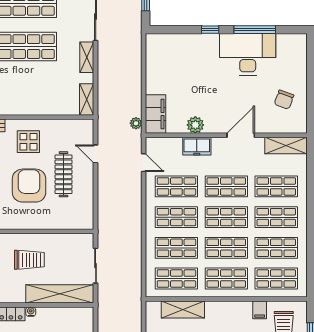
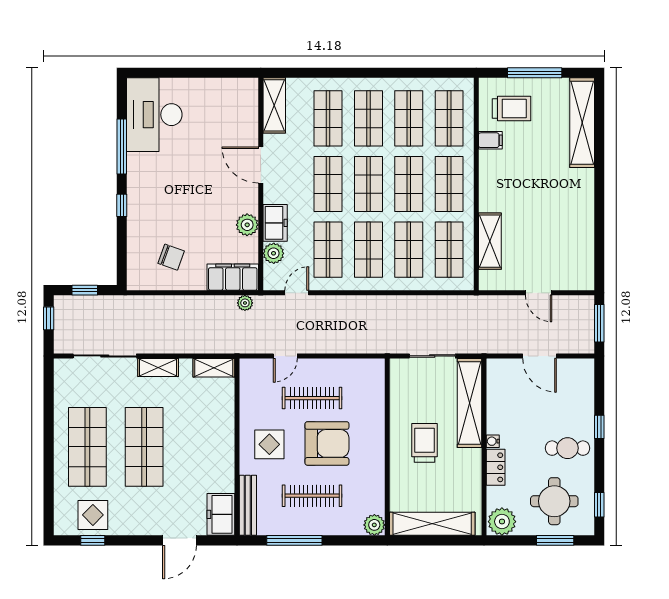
desk: (248, 54) -> (154, 115), moved
chair: (284, 100) -> (171, 257), moved
plant: (174, 145) -> (274, 253), added
armchair: (29, 186) -> (327, 443), turned 180

